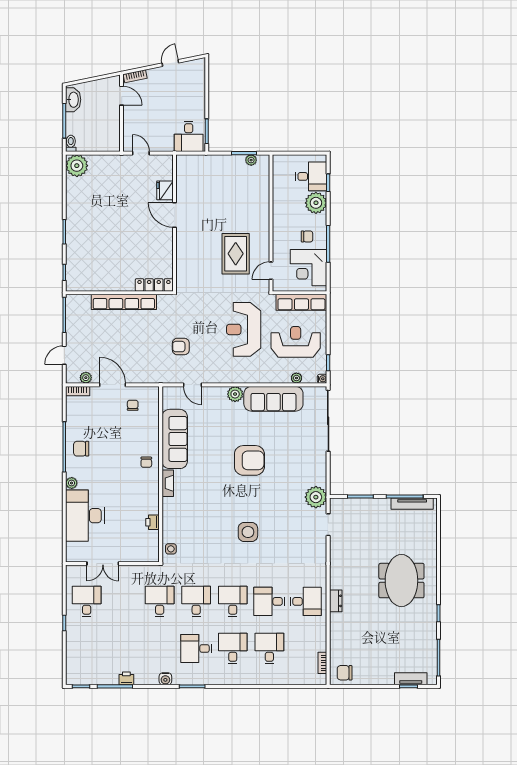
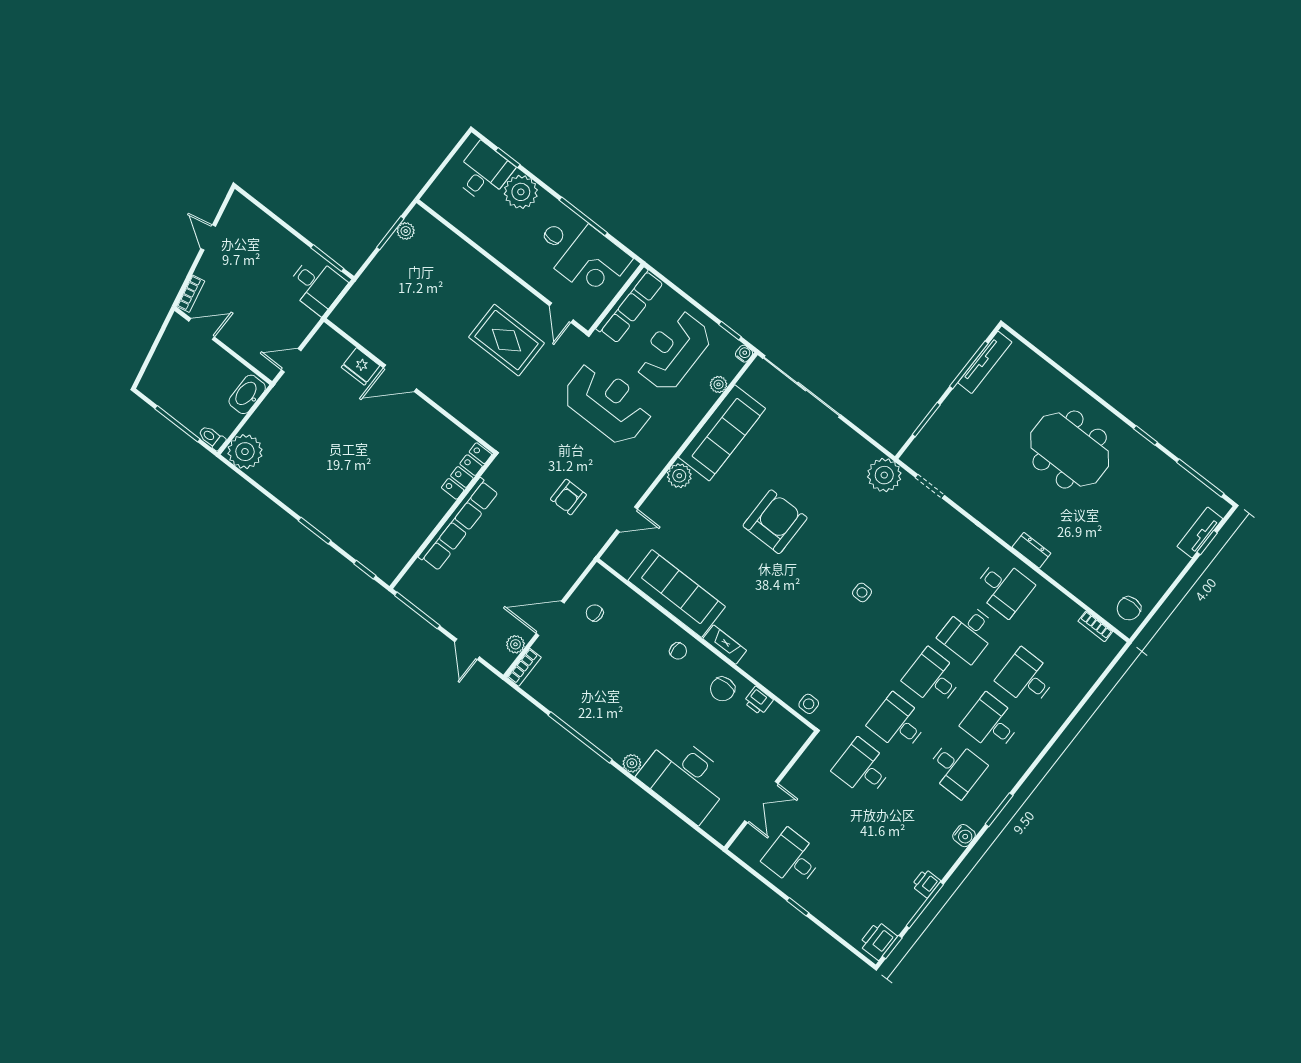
washbasin: (73, 100) -> (247, 394), moved, turned -90
reception desk: (244, 329) -> (608, 403), turned 180
chair: (81, 449) -> (722, 689), moved
side table: (248, 532) -> (862, 592), width x0.54, depth x0.54
desk: (306, 601) -> (1003, 588), turned 90
desk: (196, 648) -> (956, 768), turned -90
printer: (79, 677) -> (878, 941), added

